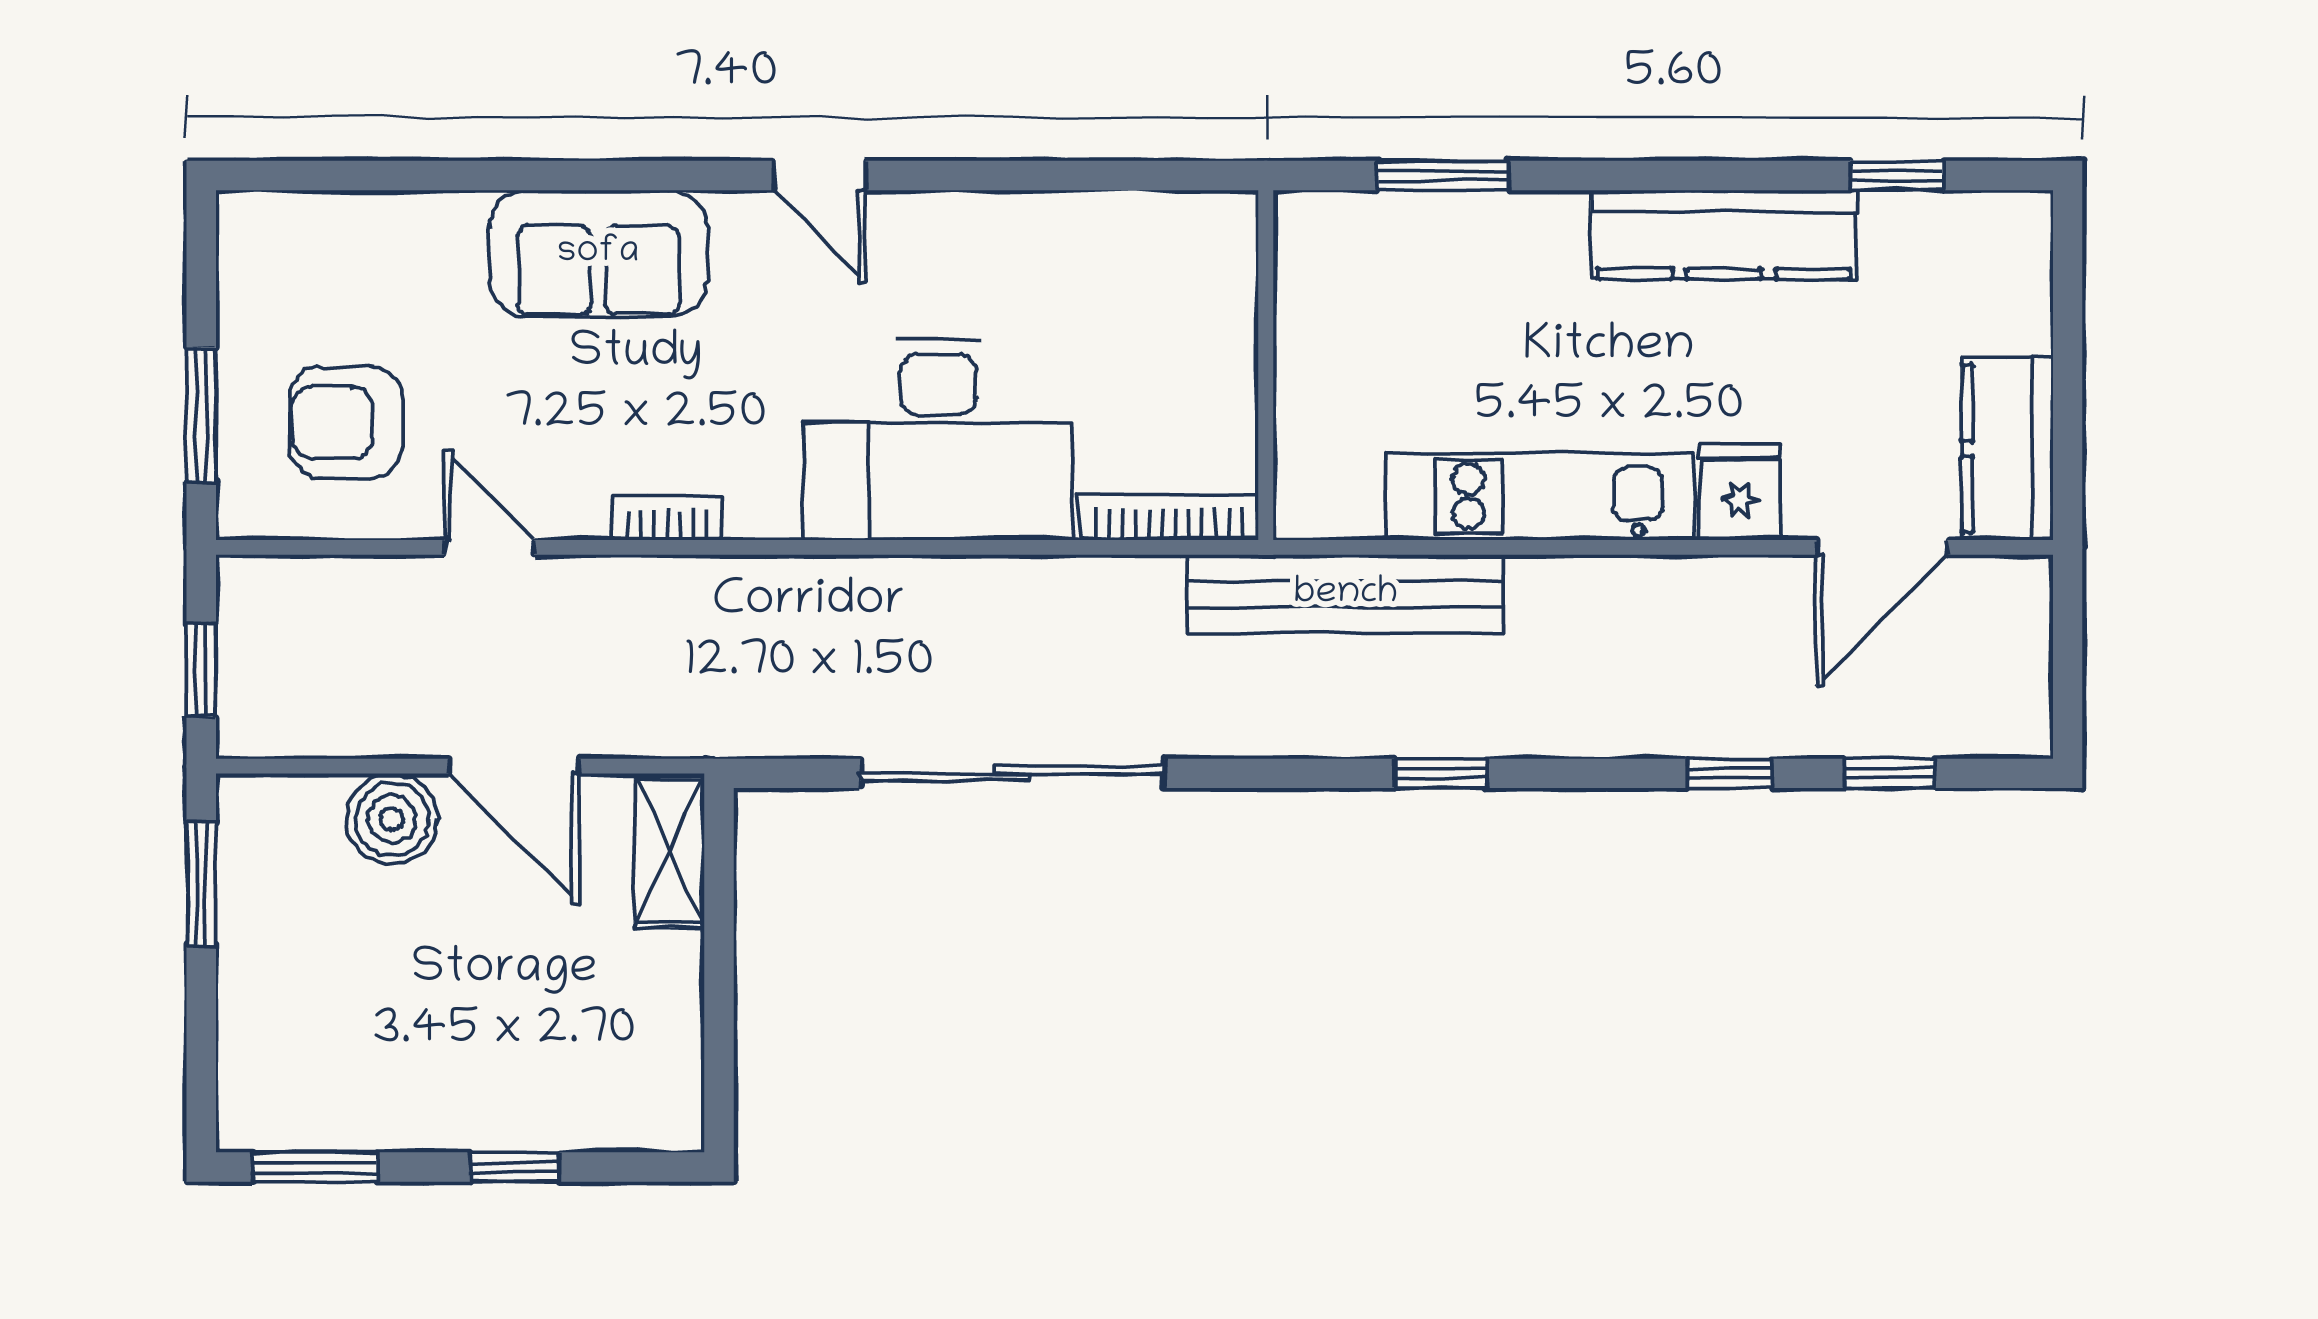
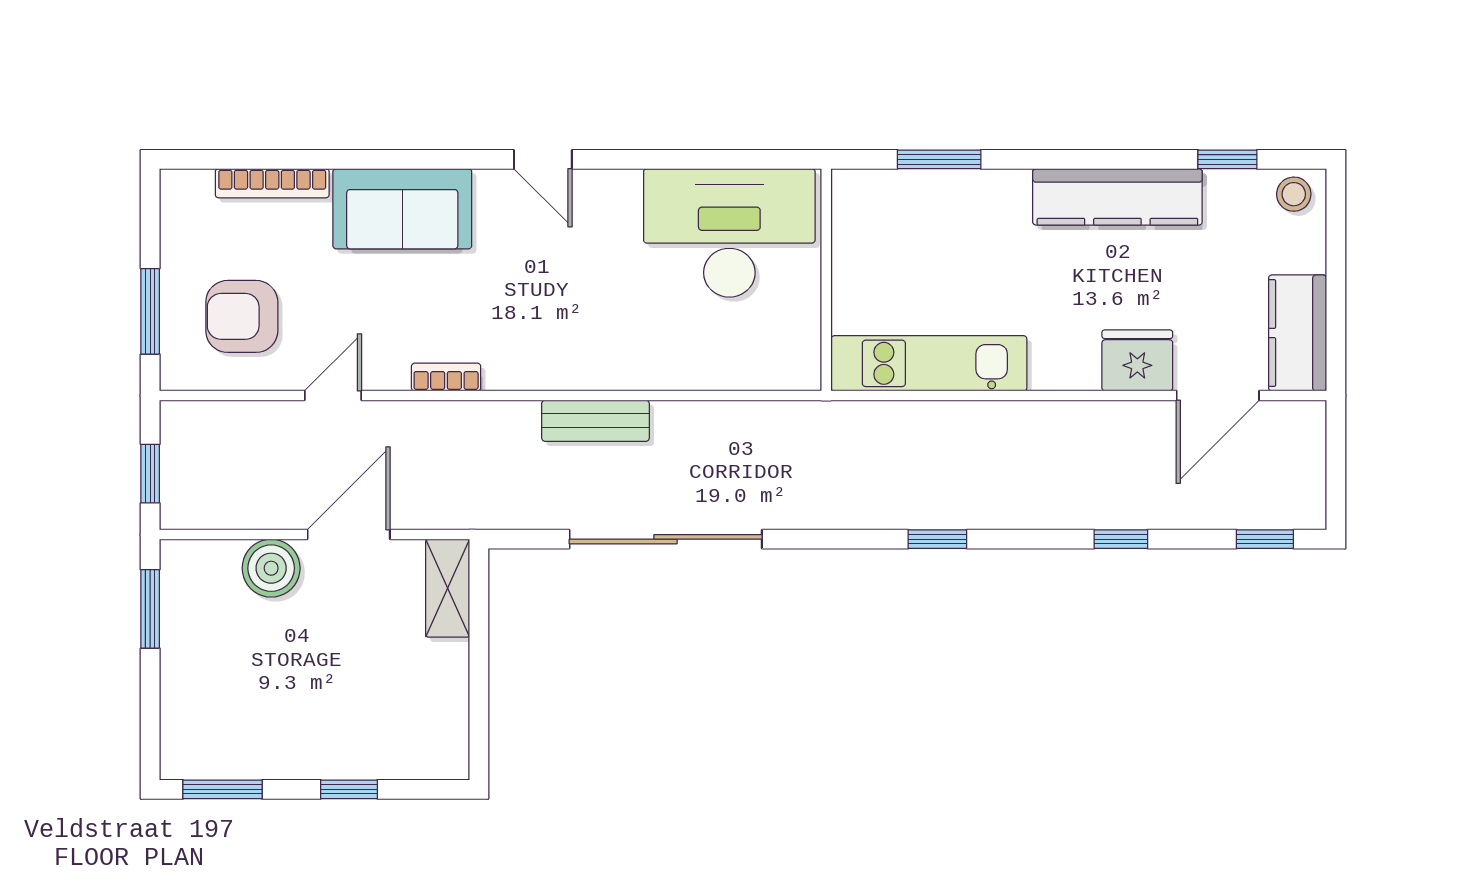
stool: (2001, 230) -> (1294, 194), added
desk: (938, 439) -> (729, 233), moved, turned 180
fridge: (1740, 492) -> (1137, 360), width x1.38
kitchen unit: (1539, 497) -> (929, 363), moved
bookcase: (1169, 517) -> (272, 183), moved, turned 180
door: (489, 547) -> (333, 396), hinge flipped
bench: (1346, 594) -> (595, 421), moved, width x0.54, depth x0.82
door: (514, 766) -> (349, 535), swing flipped
window: (1890, 773) -> (1265, 539), moved

